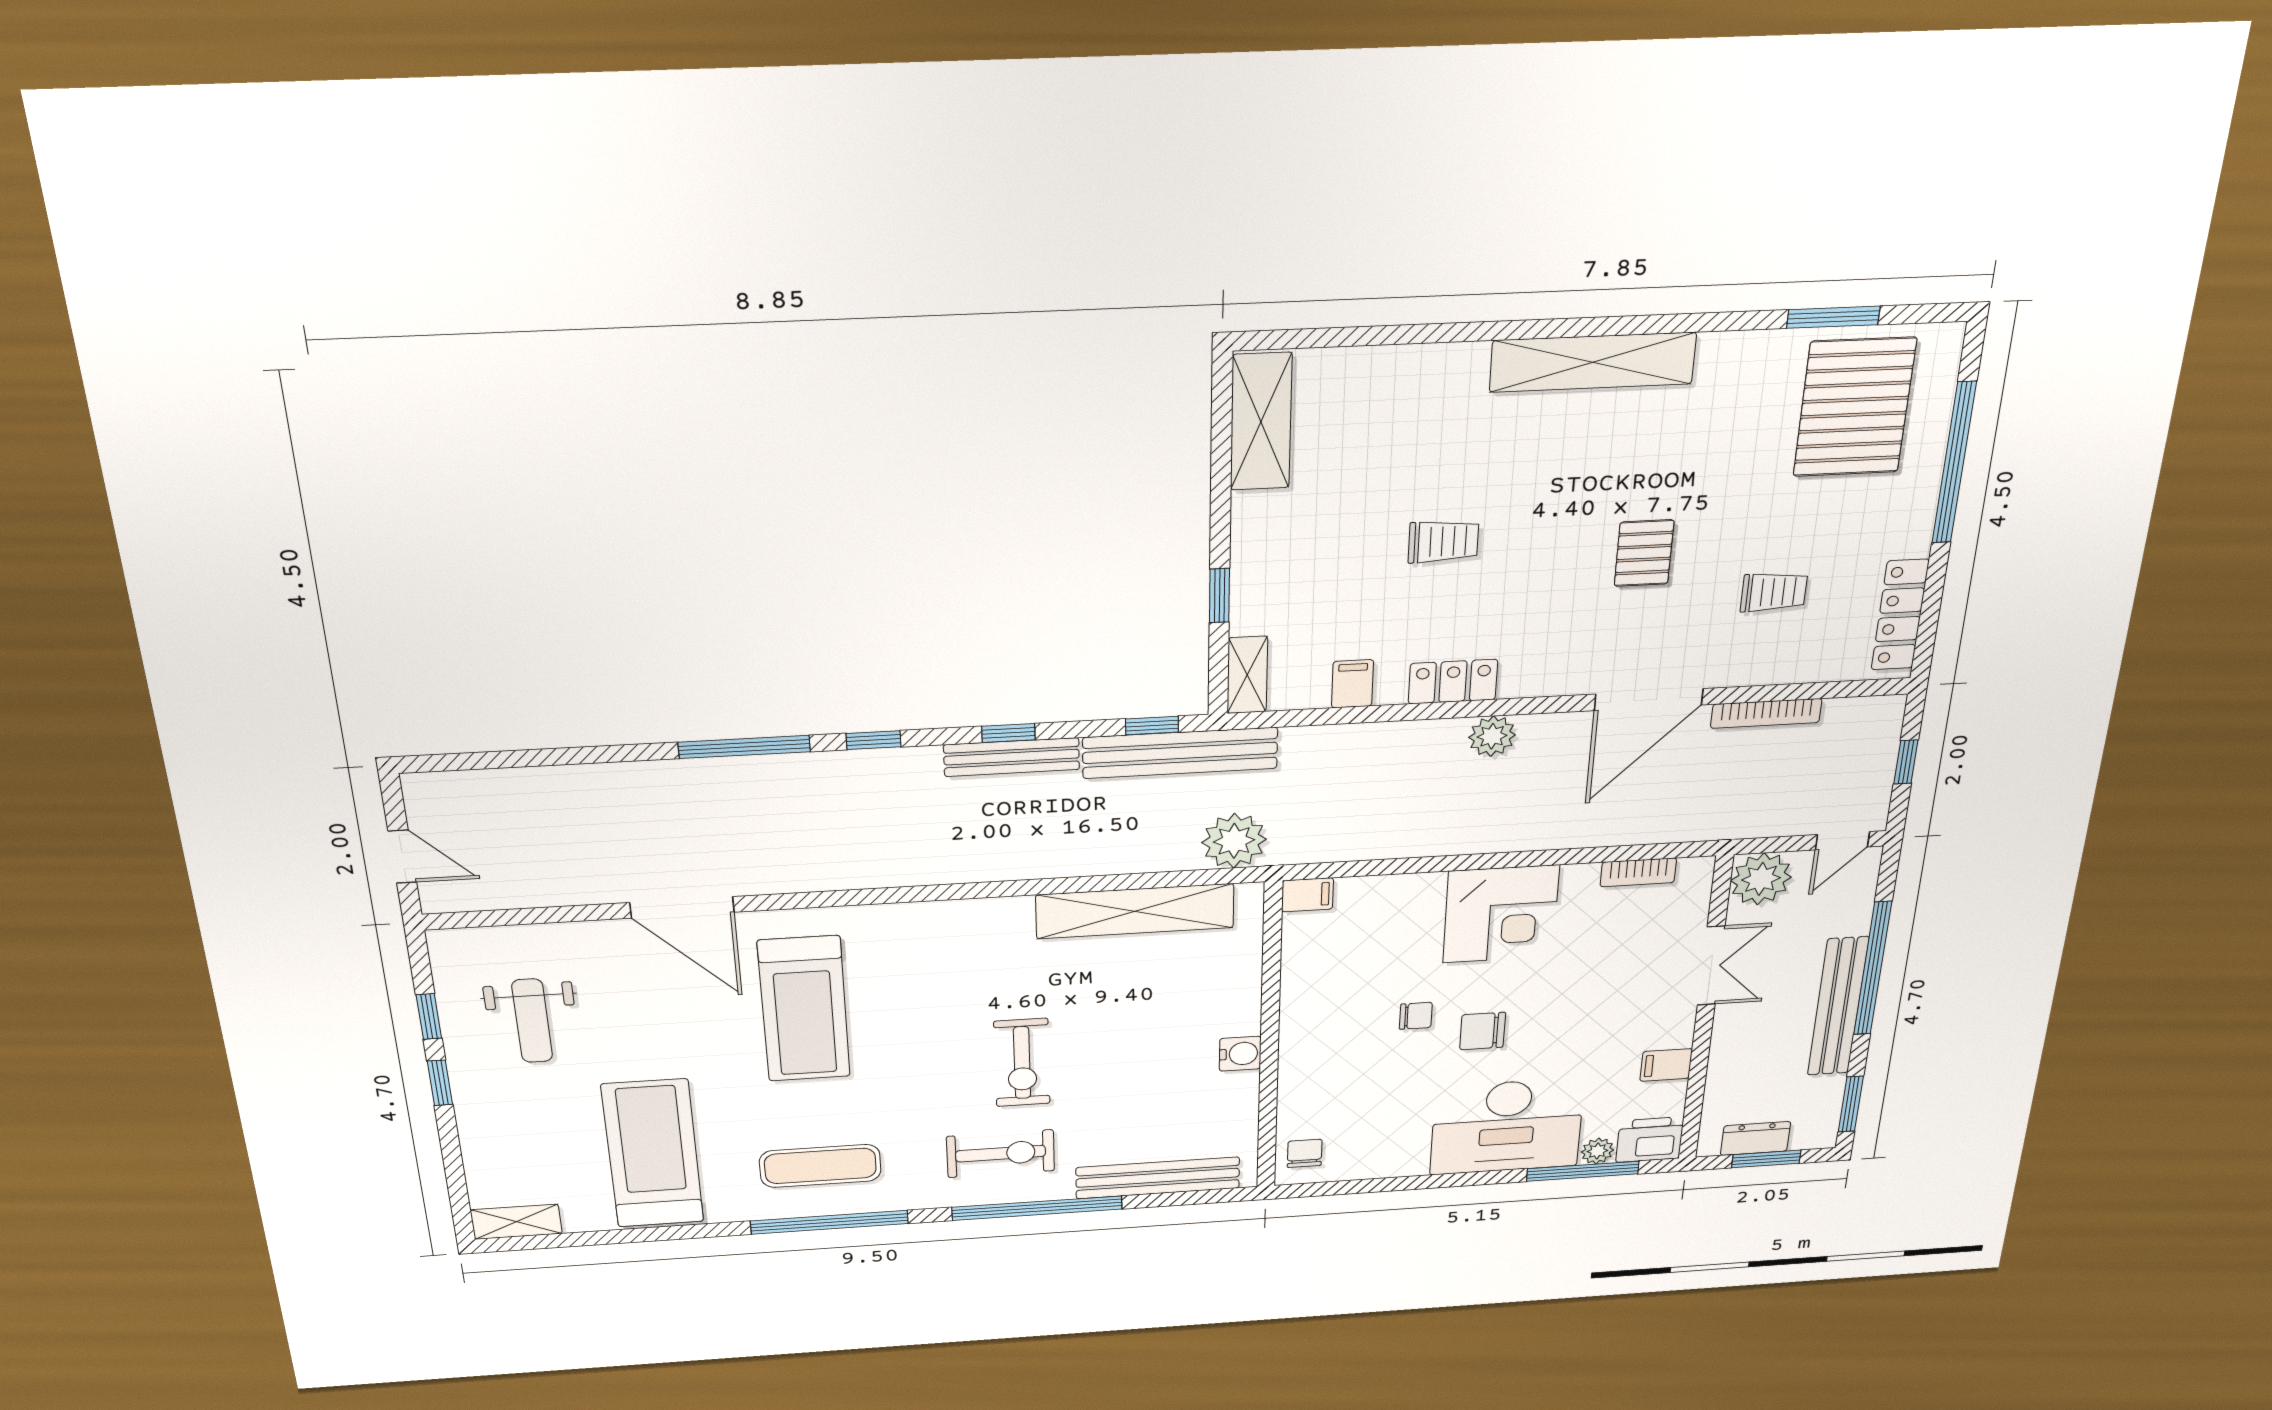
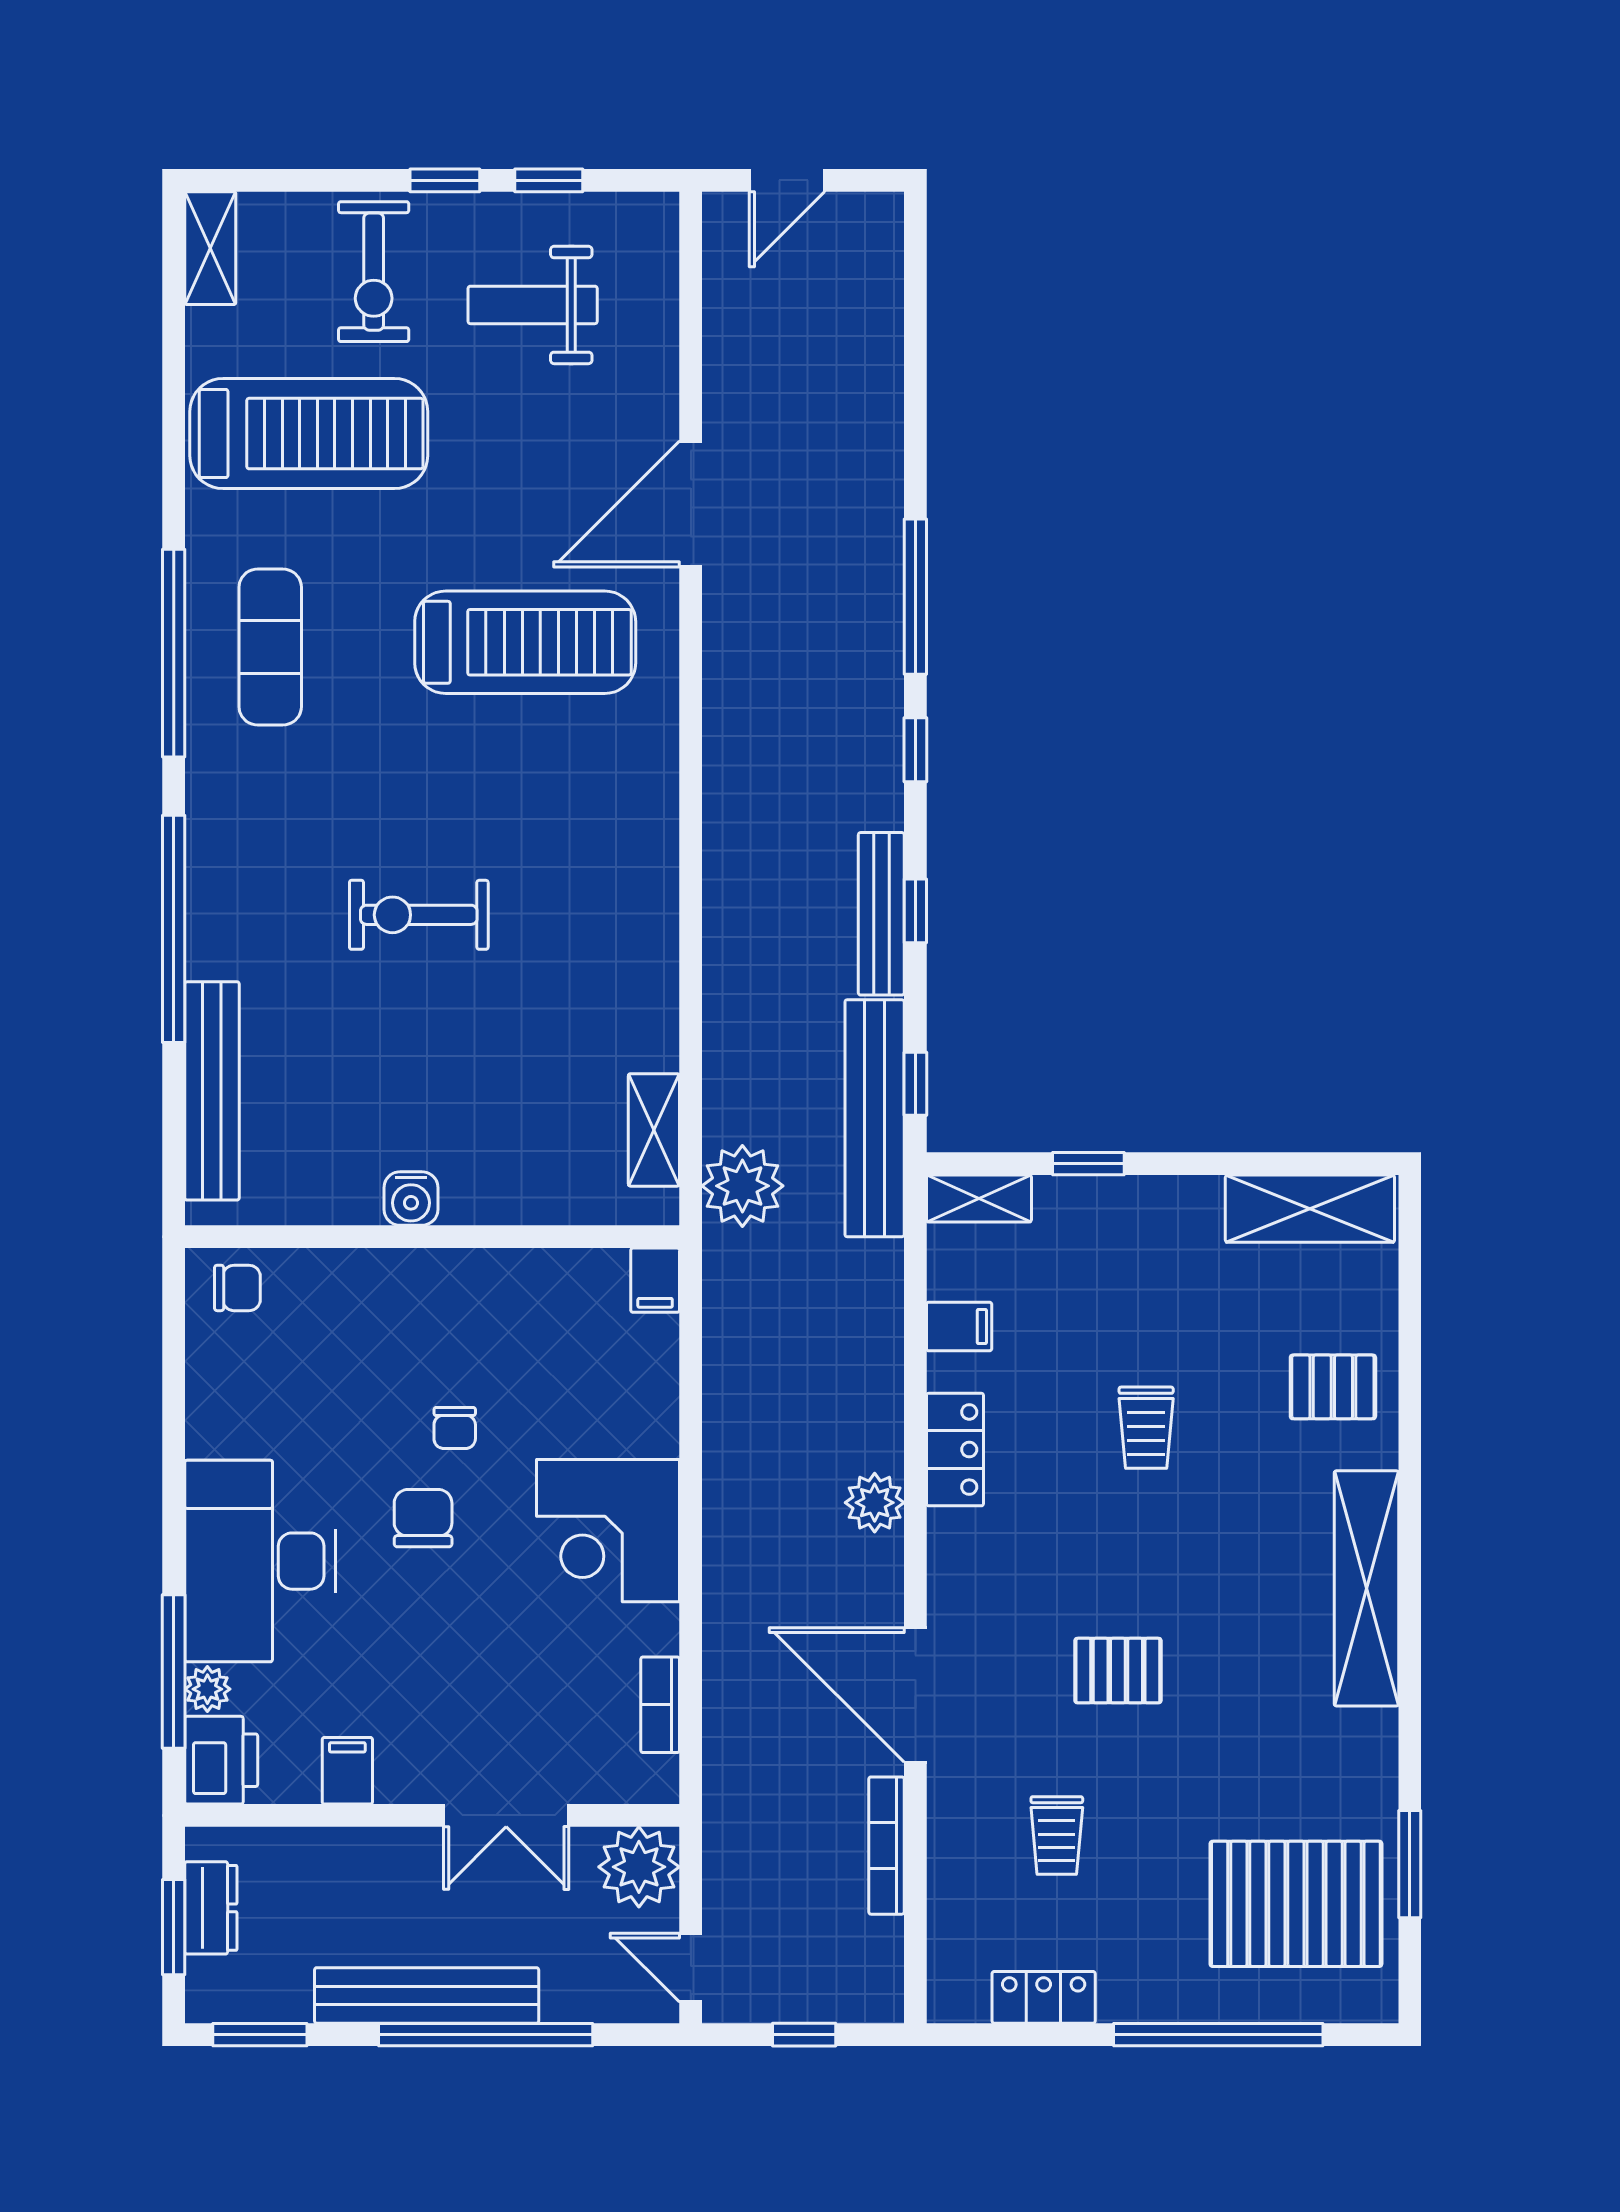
pallet: (1417, 397) -> (1333, 1387), added
locker: (1900, 615) -> (1044, 1997), width x0.66
shelving: (1135, 911) -> (654, 1130), width x0.45, depth x0.75
treadmill: (804, 1009) -> (525, 642), turned 180
exercise bike: (1001, 1154) -> (374, 272), moved

